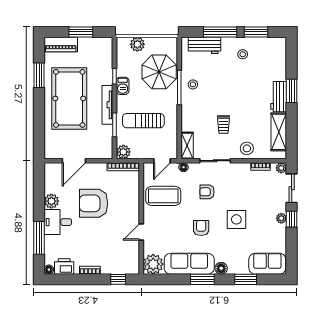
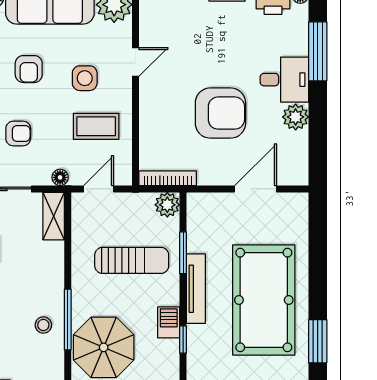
coffee table: (163, 196) -> (96, 126), width x0.73, depth x0.76
side table: (170, 223) -> (85, 78), added

